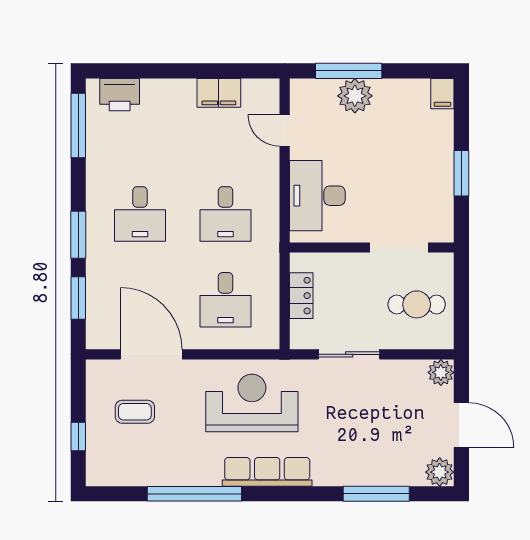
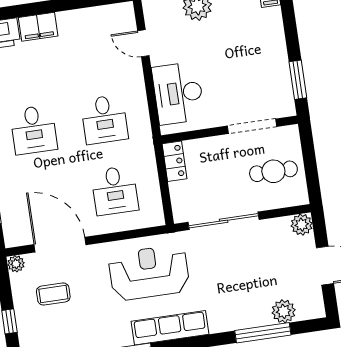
filing cabinet: (219, 93) -> (38, 27), moved
window: (461, 173) -> (298, 80), moved
locker: (301, 296) -> (175, 161), moved
sliding door: (349, 354) -> (224, 221), width x1.37
plant: (96, 370) -> (16, 264), added
plant: (440, 472) -> (284, 311), moved

